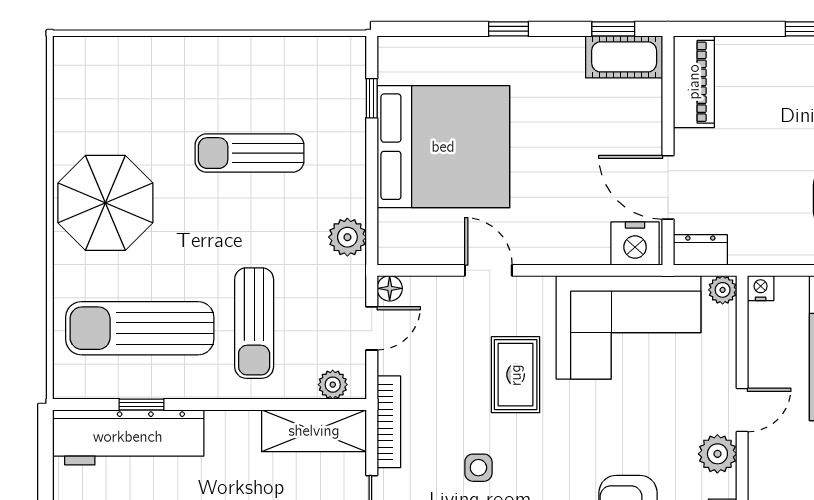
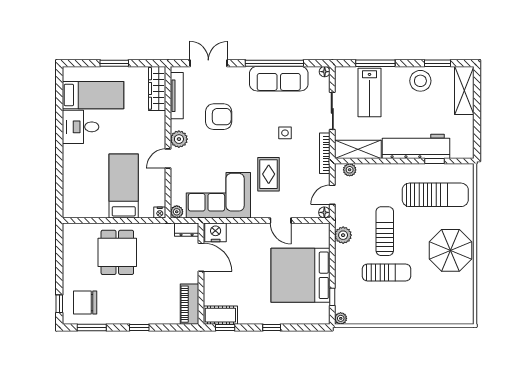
plant: (353, 50) -> (341, 318), added
sun lounger: (254, 323) -> (385, 231), moved
workbench: (128, 437) -> (416, 146), moved

